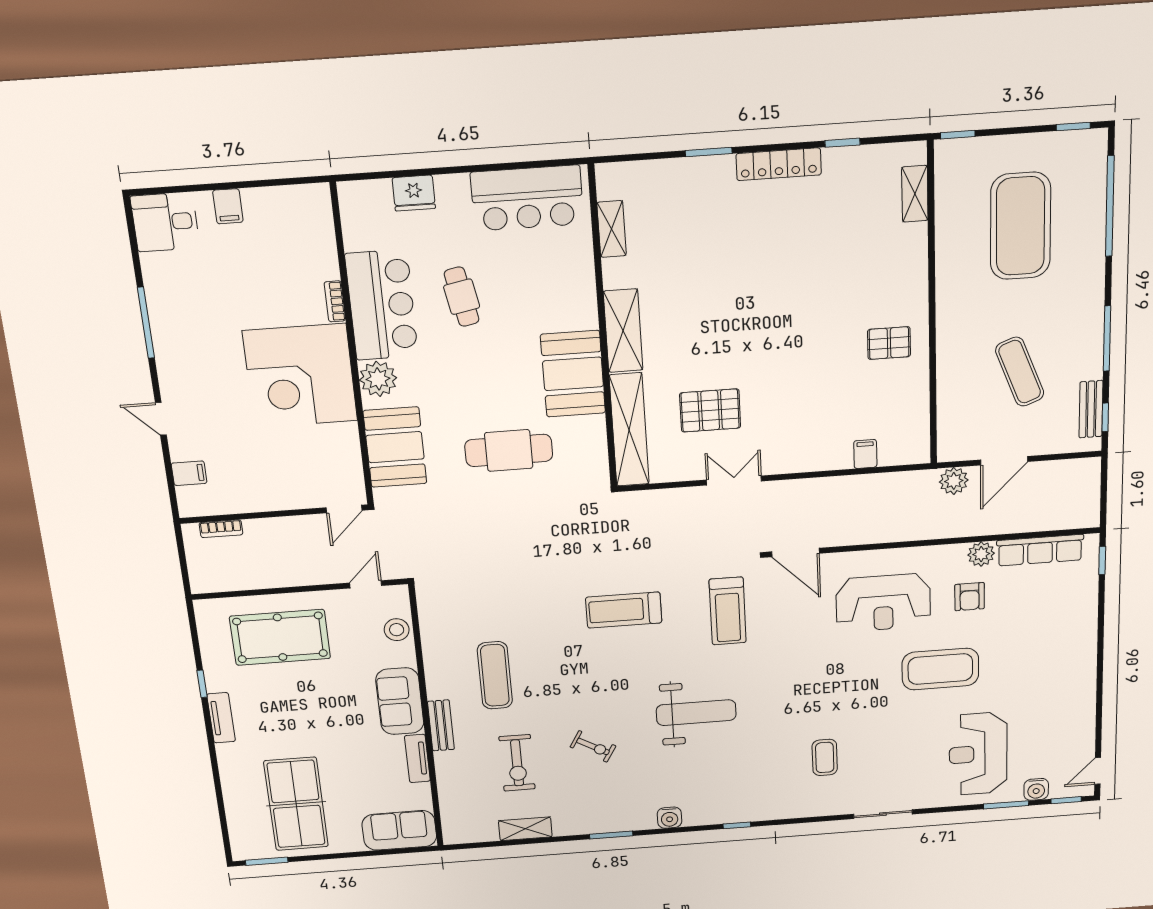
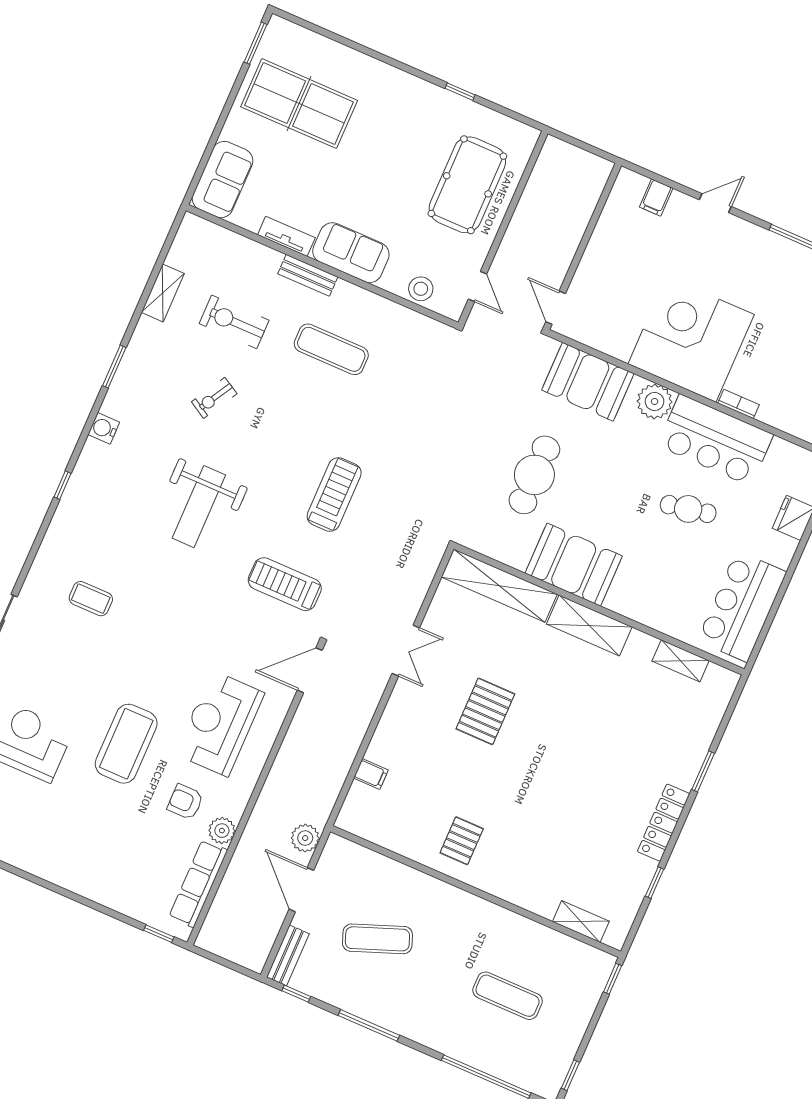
exercise mat: (1020, 226) -> (508, 996), width x0.50, depth x0.69
bench: (1091, 409) -> (288, 955), moved, turned 90
pallet: (710, 410) -> (485, 711), moved
bookcase: (221, 529) -> (593, 194), removed
tv unit: (221, 718) -> (419, 88), removed

